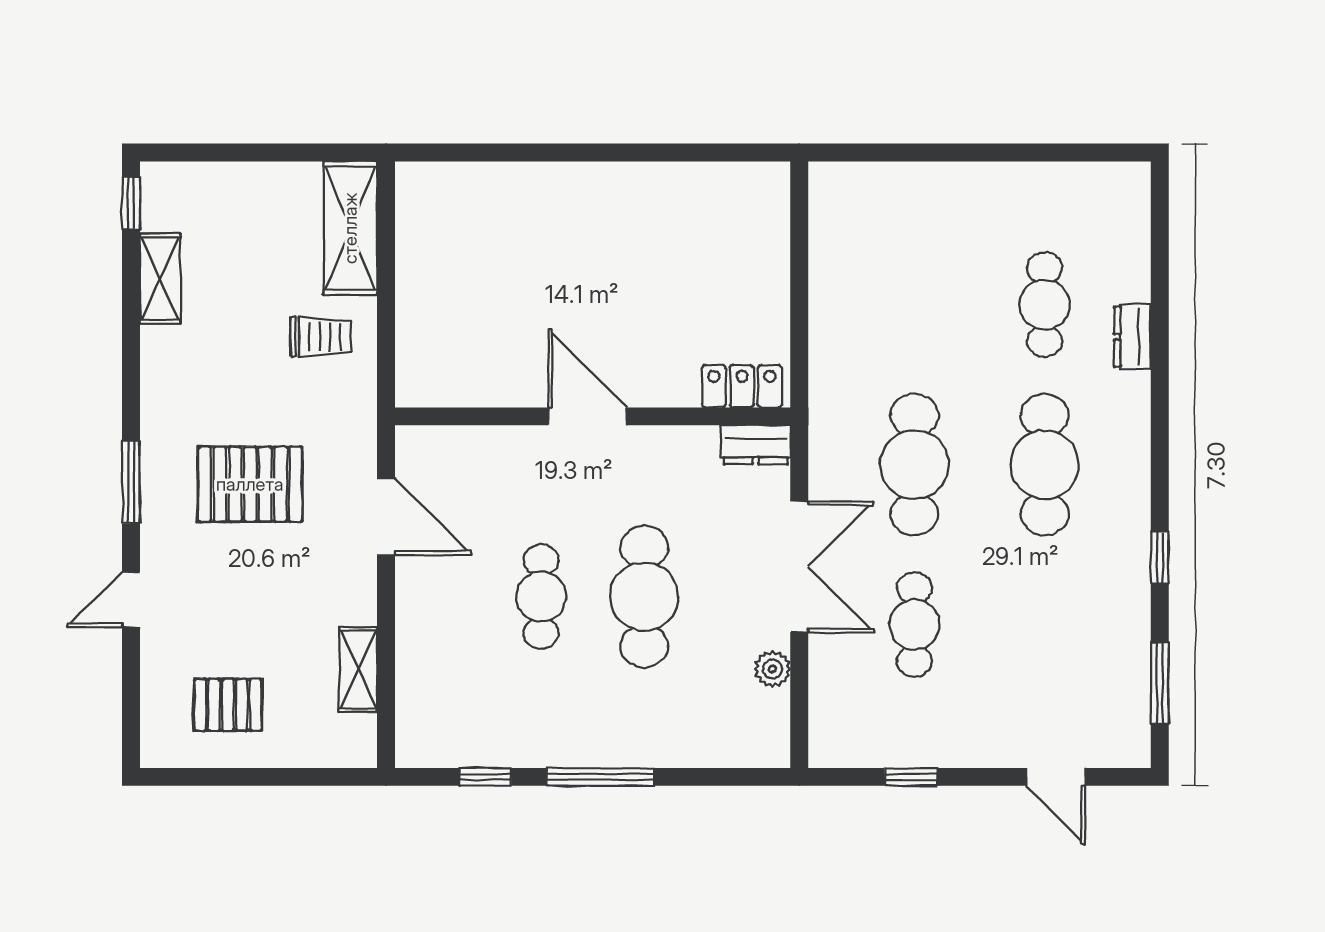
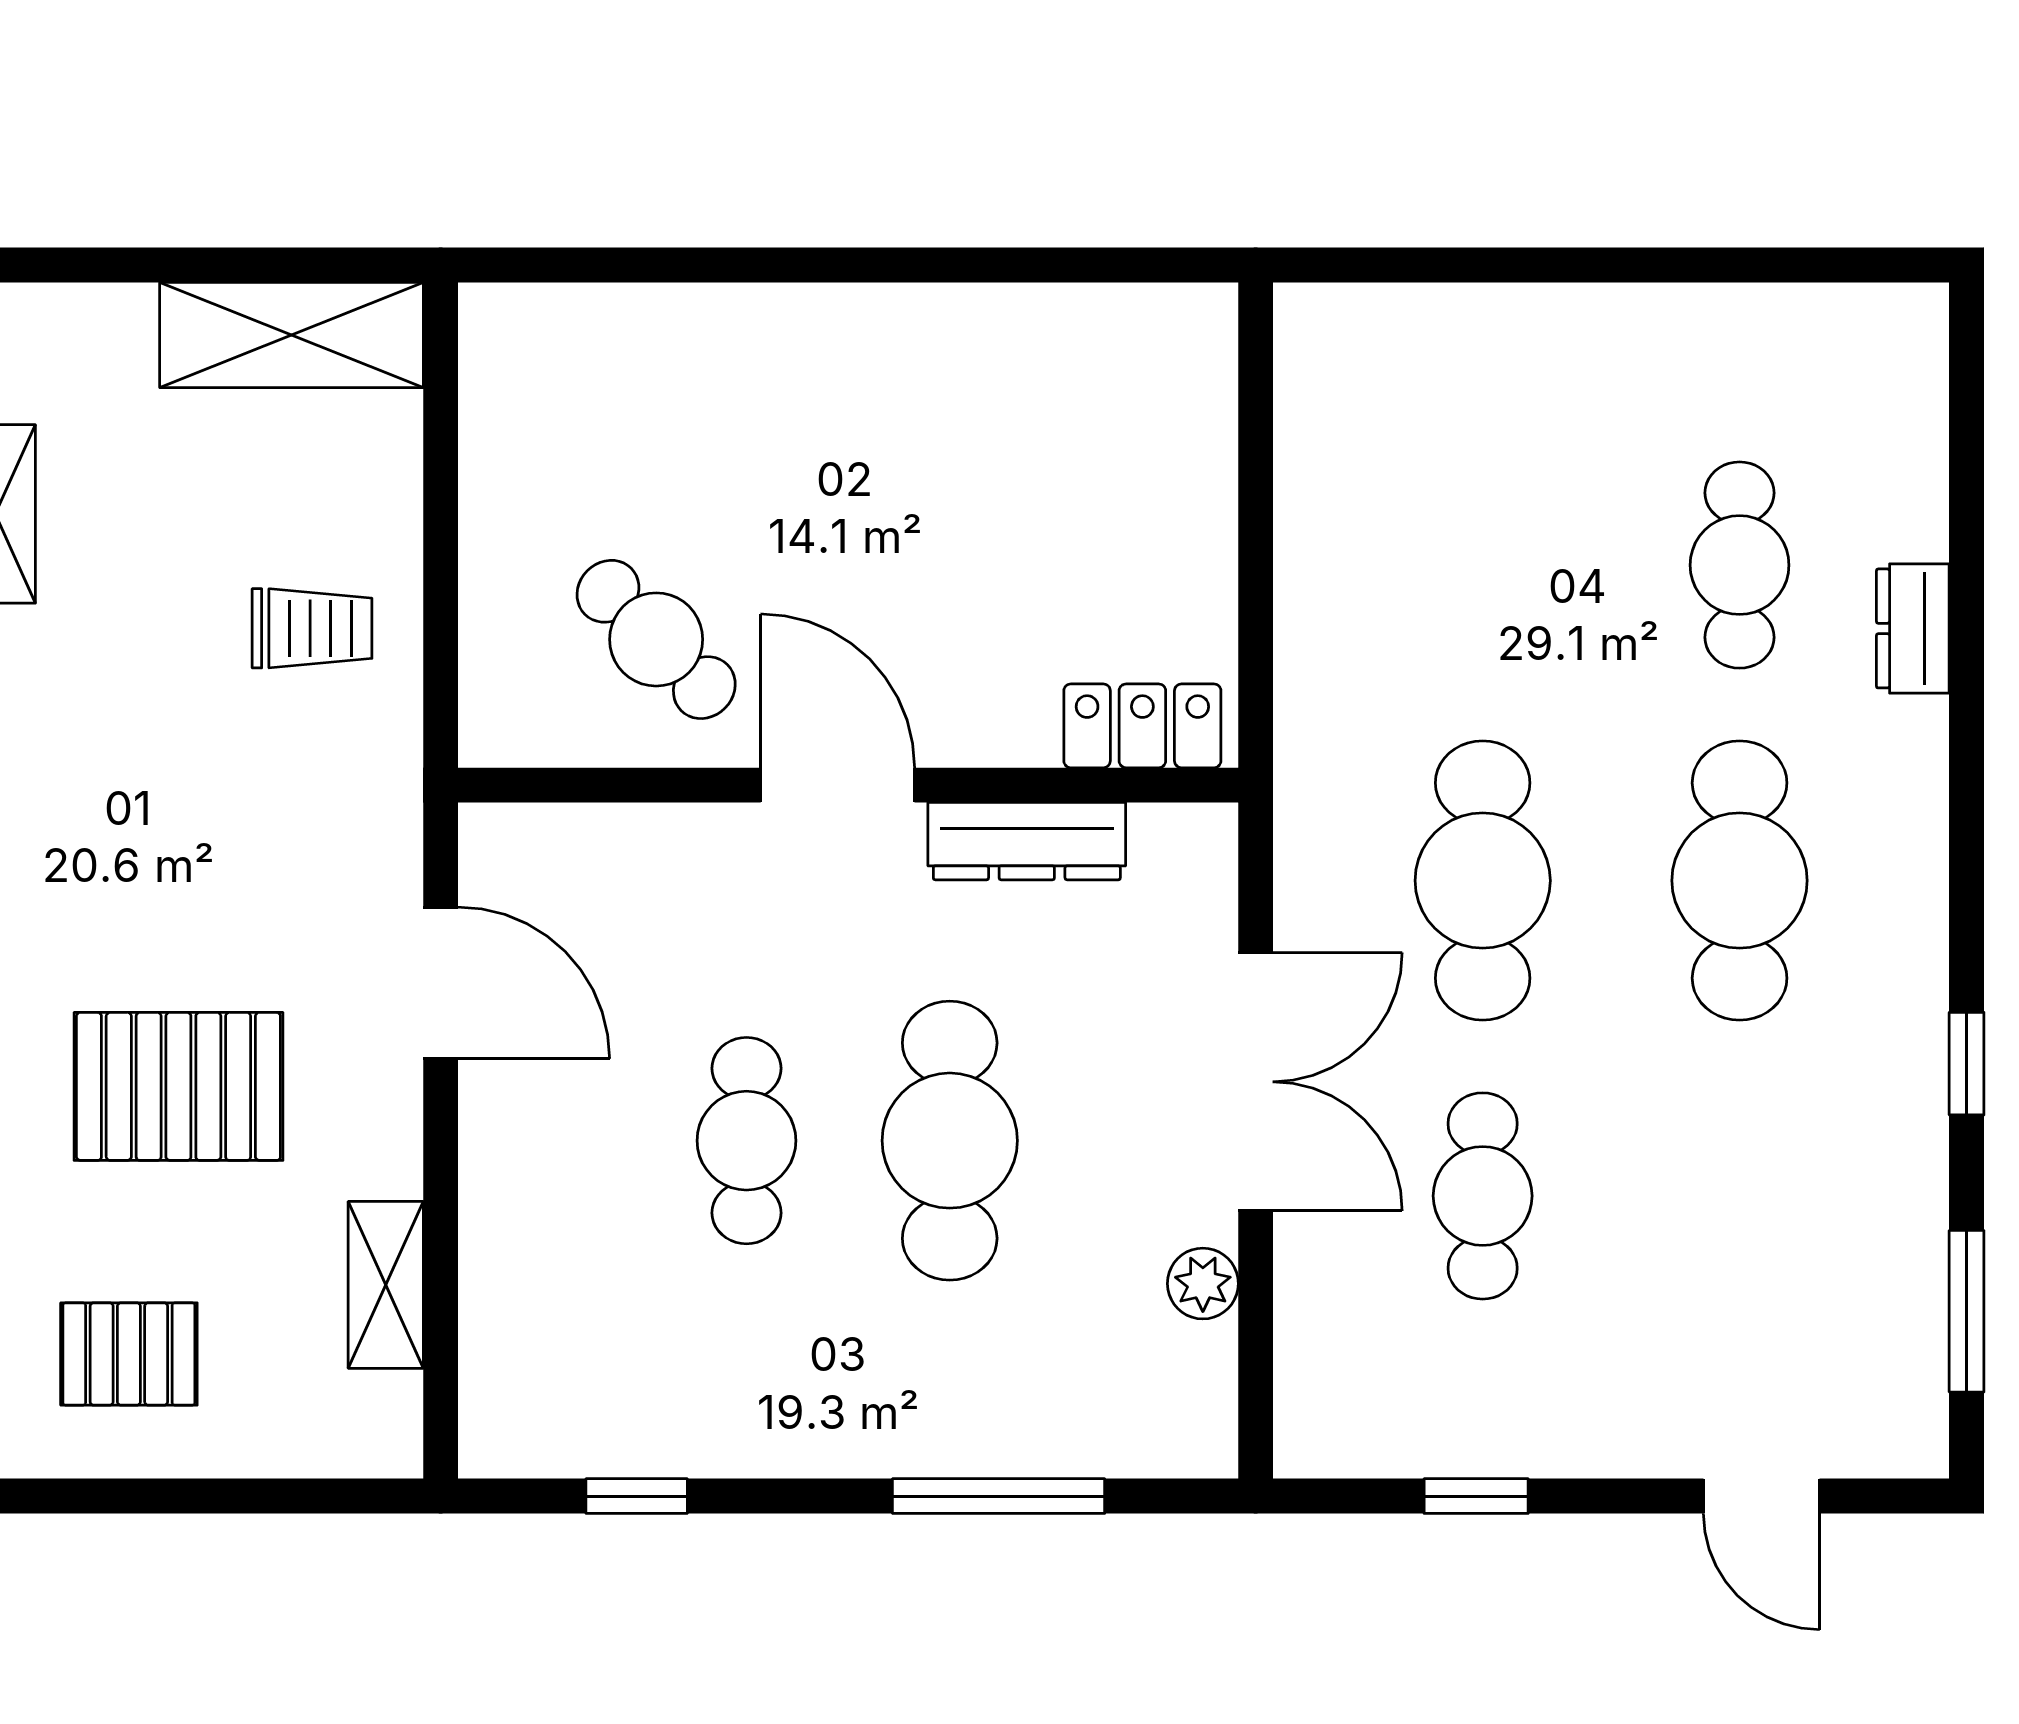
shelving: (350, 228) -> (292, 335), moved, turned 90
cafe table: (495, 342) -> (656, 639), added
dresser: (756, 445) -> (1027, 841), moved, width x1.44
pallet: (250, 484) -> (178, 1086), moved
window: (601, 777) -> (999, 1496), moved

